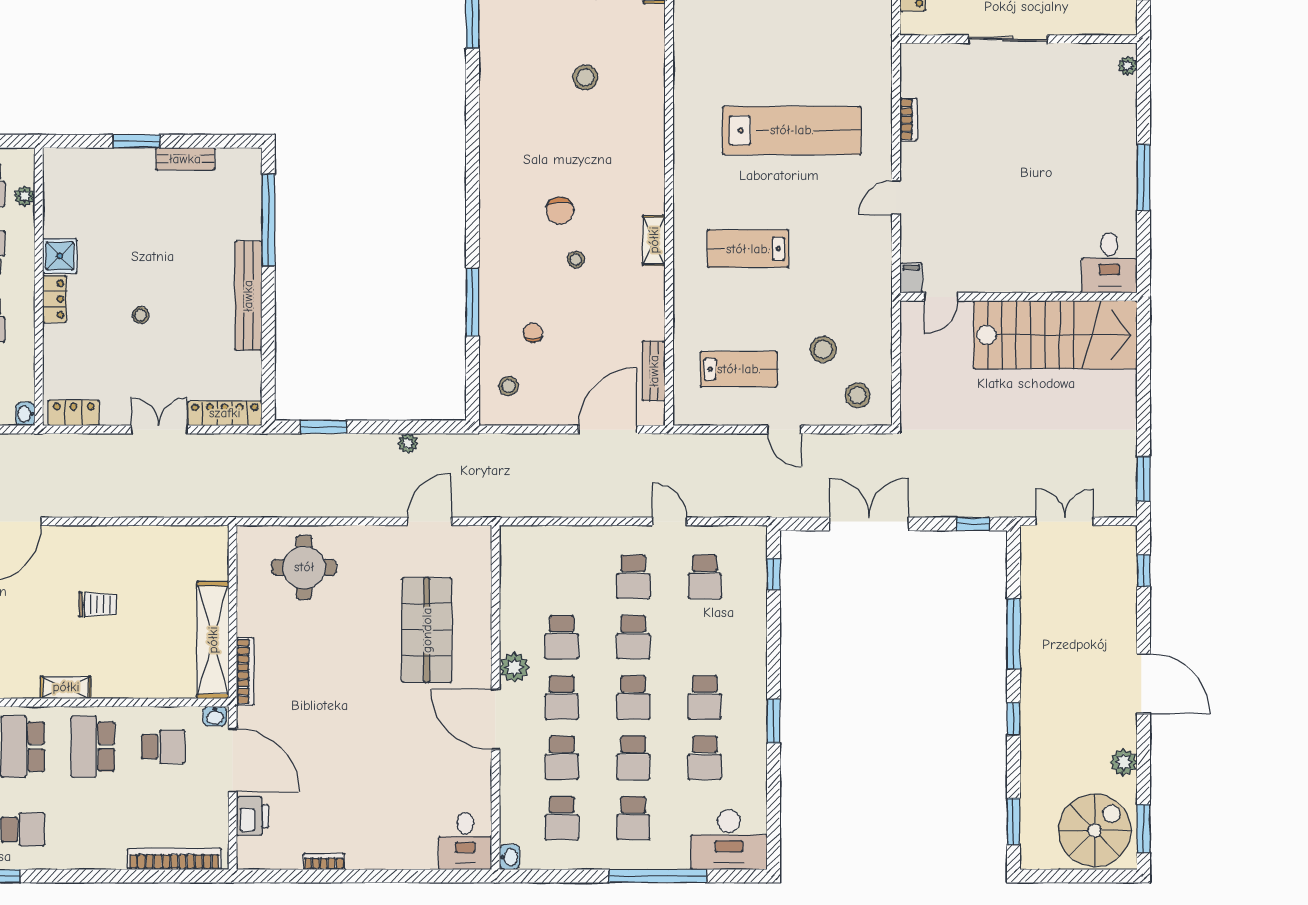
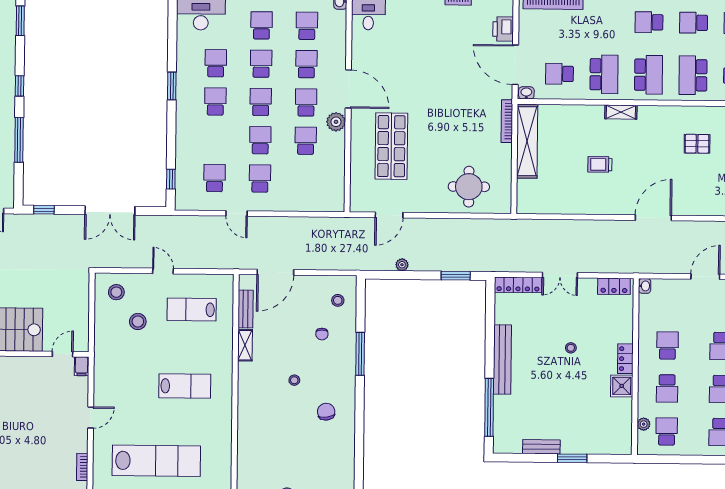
lab bench: (792, 130) -> (156, 461), turned 180
chair: (560, 211) -> (326, 412), moved
shelving: (654, 240) -> (245, 345), moved

